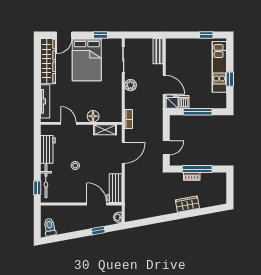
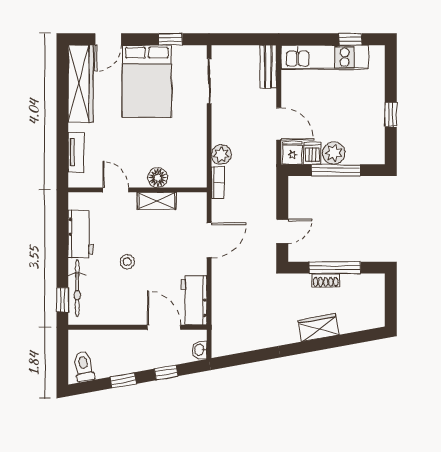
kitchen unit: (219, 67) -> (325, 57), moved, turned -90
plant: (130, 85) -> (221, 155), moved
tv unit: (45, 101) -> (76, 152), width x0.71
plant: (196, 102) -> (334, 153), added
shelving: (105, 130) -> (157, 201), moved
window: (73, 235) -> (123, 380), added

